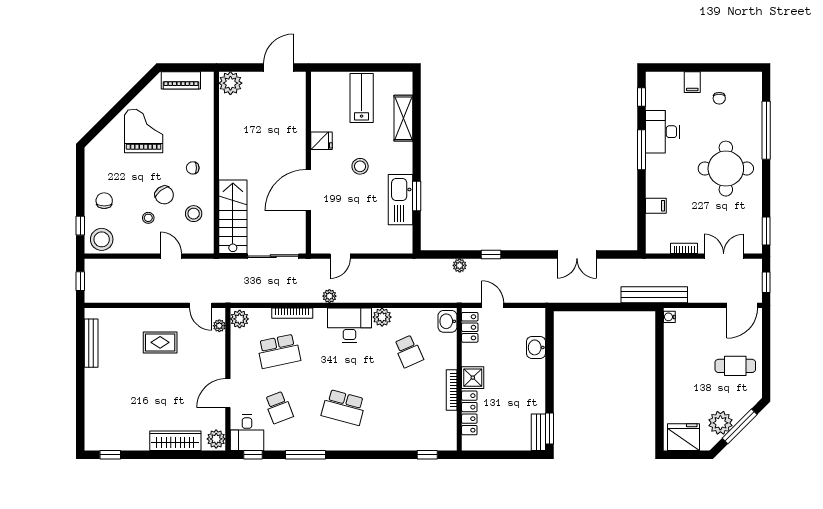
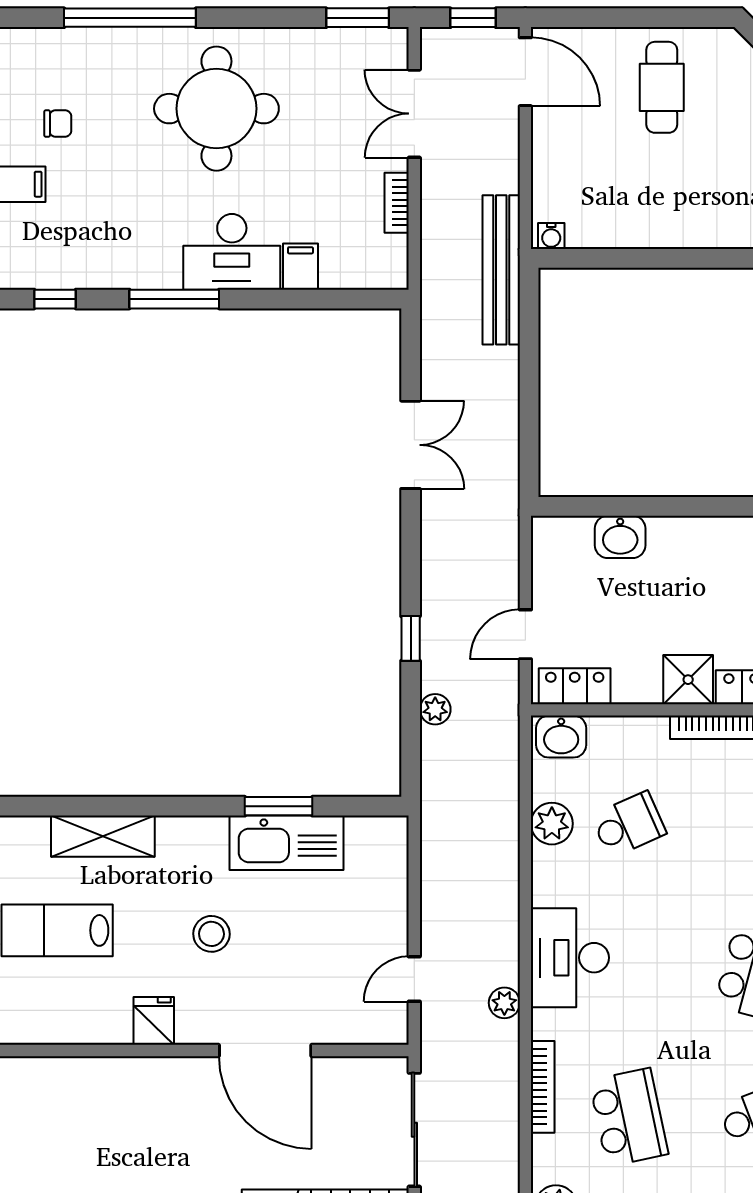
desk: (662, 132) -> (232, 252), moved
door: (340, 256) -> (414, 979), swing flipped
plant: (382, 317) -> (552, 824), moved

